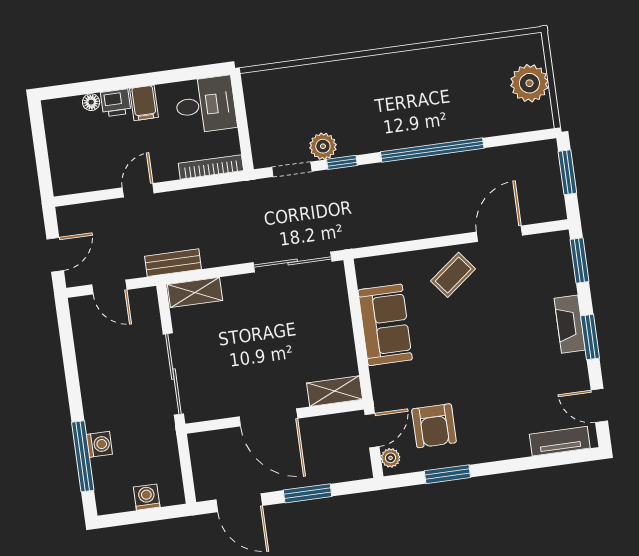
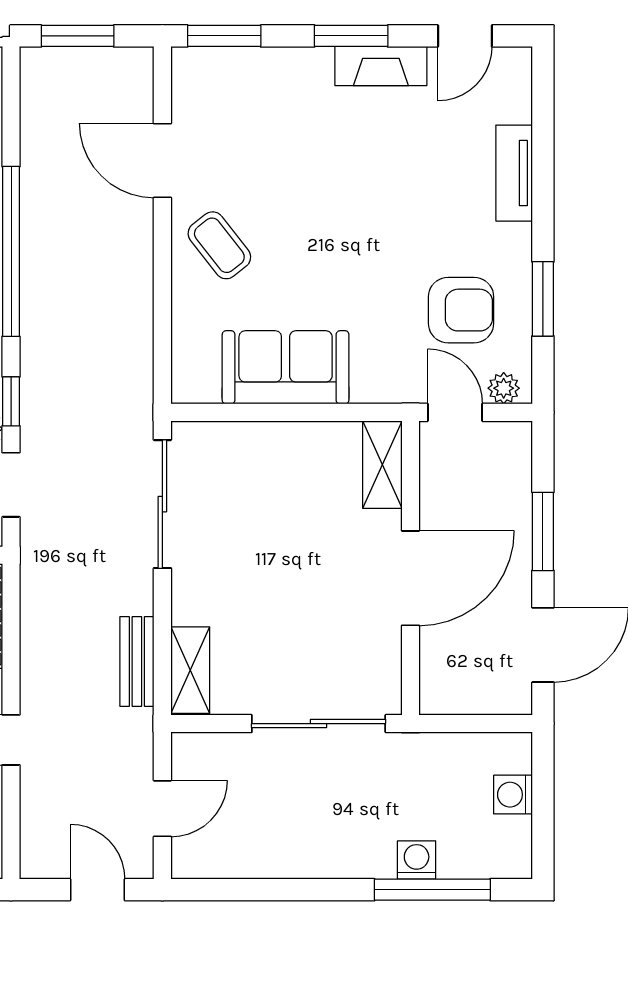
bench: (173, 263) -> (137, 661), moved
fireplace: (570, 324) -> (381, 66), moved
tv unit: (560, 441) -> (514, 173), moved

